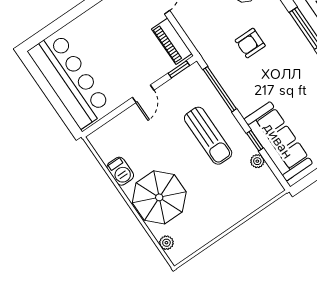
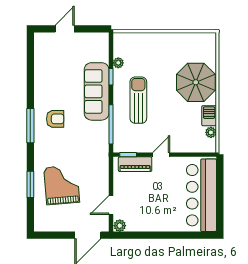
piano: (172, 41) -> (135, 164), moved, turned 90
armchair: (250, 43) -> (55, 119), moved
sofa: (278, 141) -> (97, 91), moved
plant: (166, 243) -> (211, 132), moved

